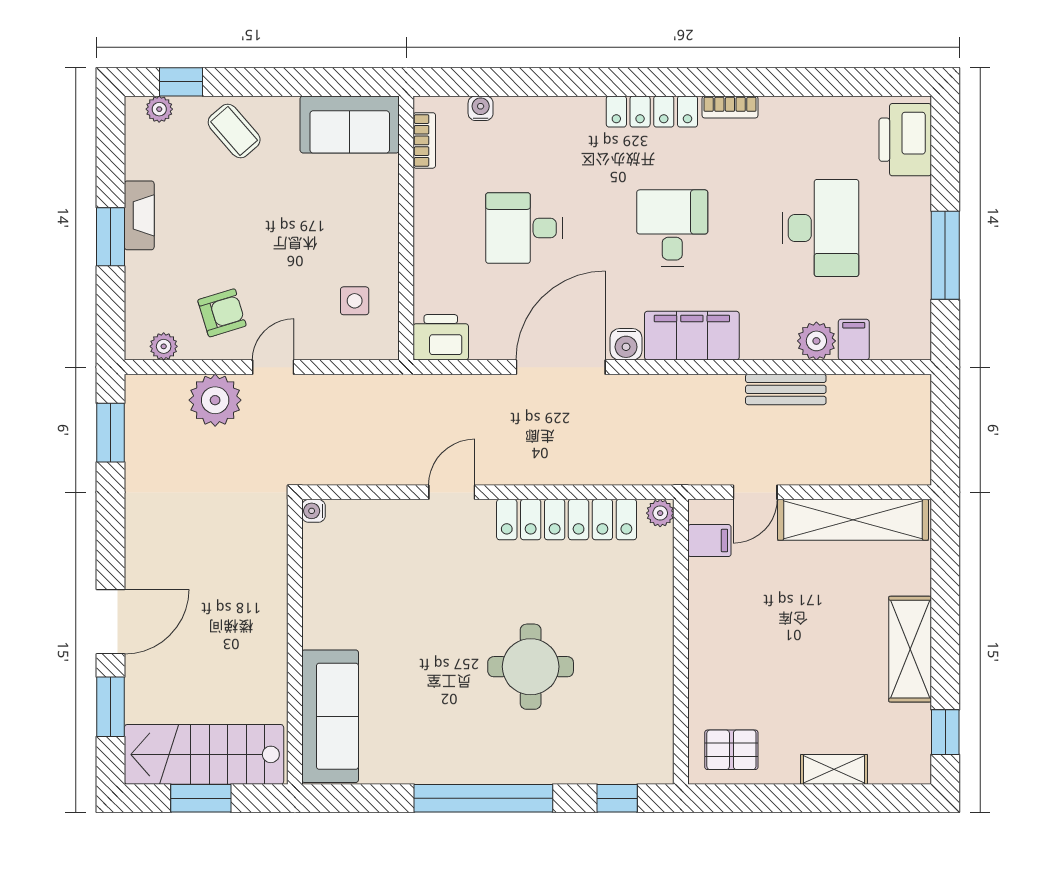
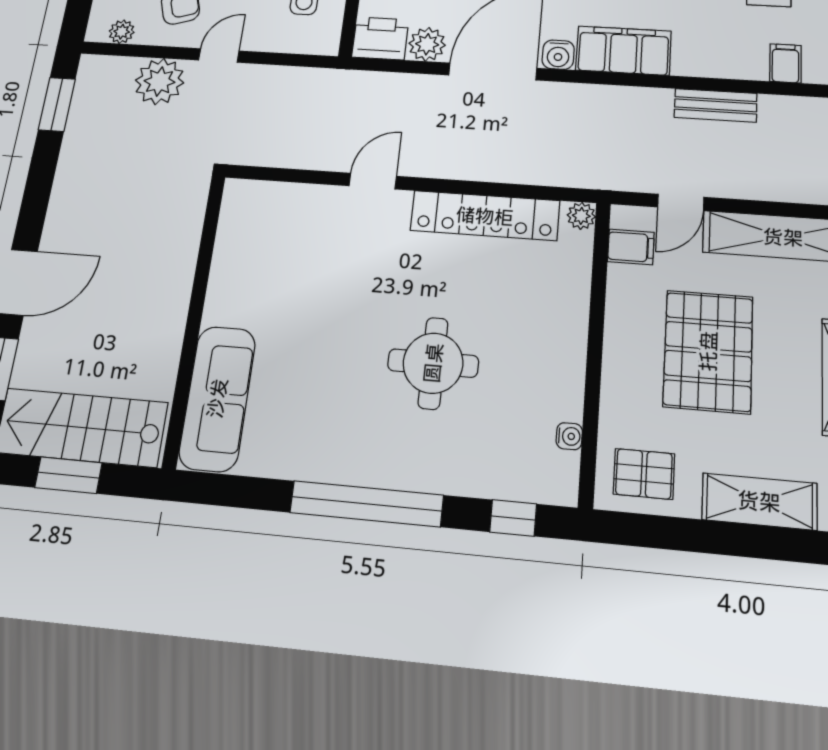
plant: (816, 341) -> (427, 44), moved
water cooler: (313, 511) -> (569, 436), moved, turned 180
pallet: (785, 635) -> (708, 351), added
shelving: (834, 769) -> (759, 501), width x1.50, depth x1.33

